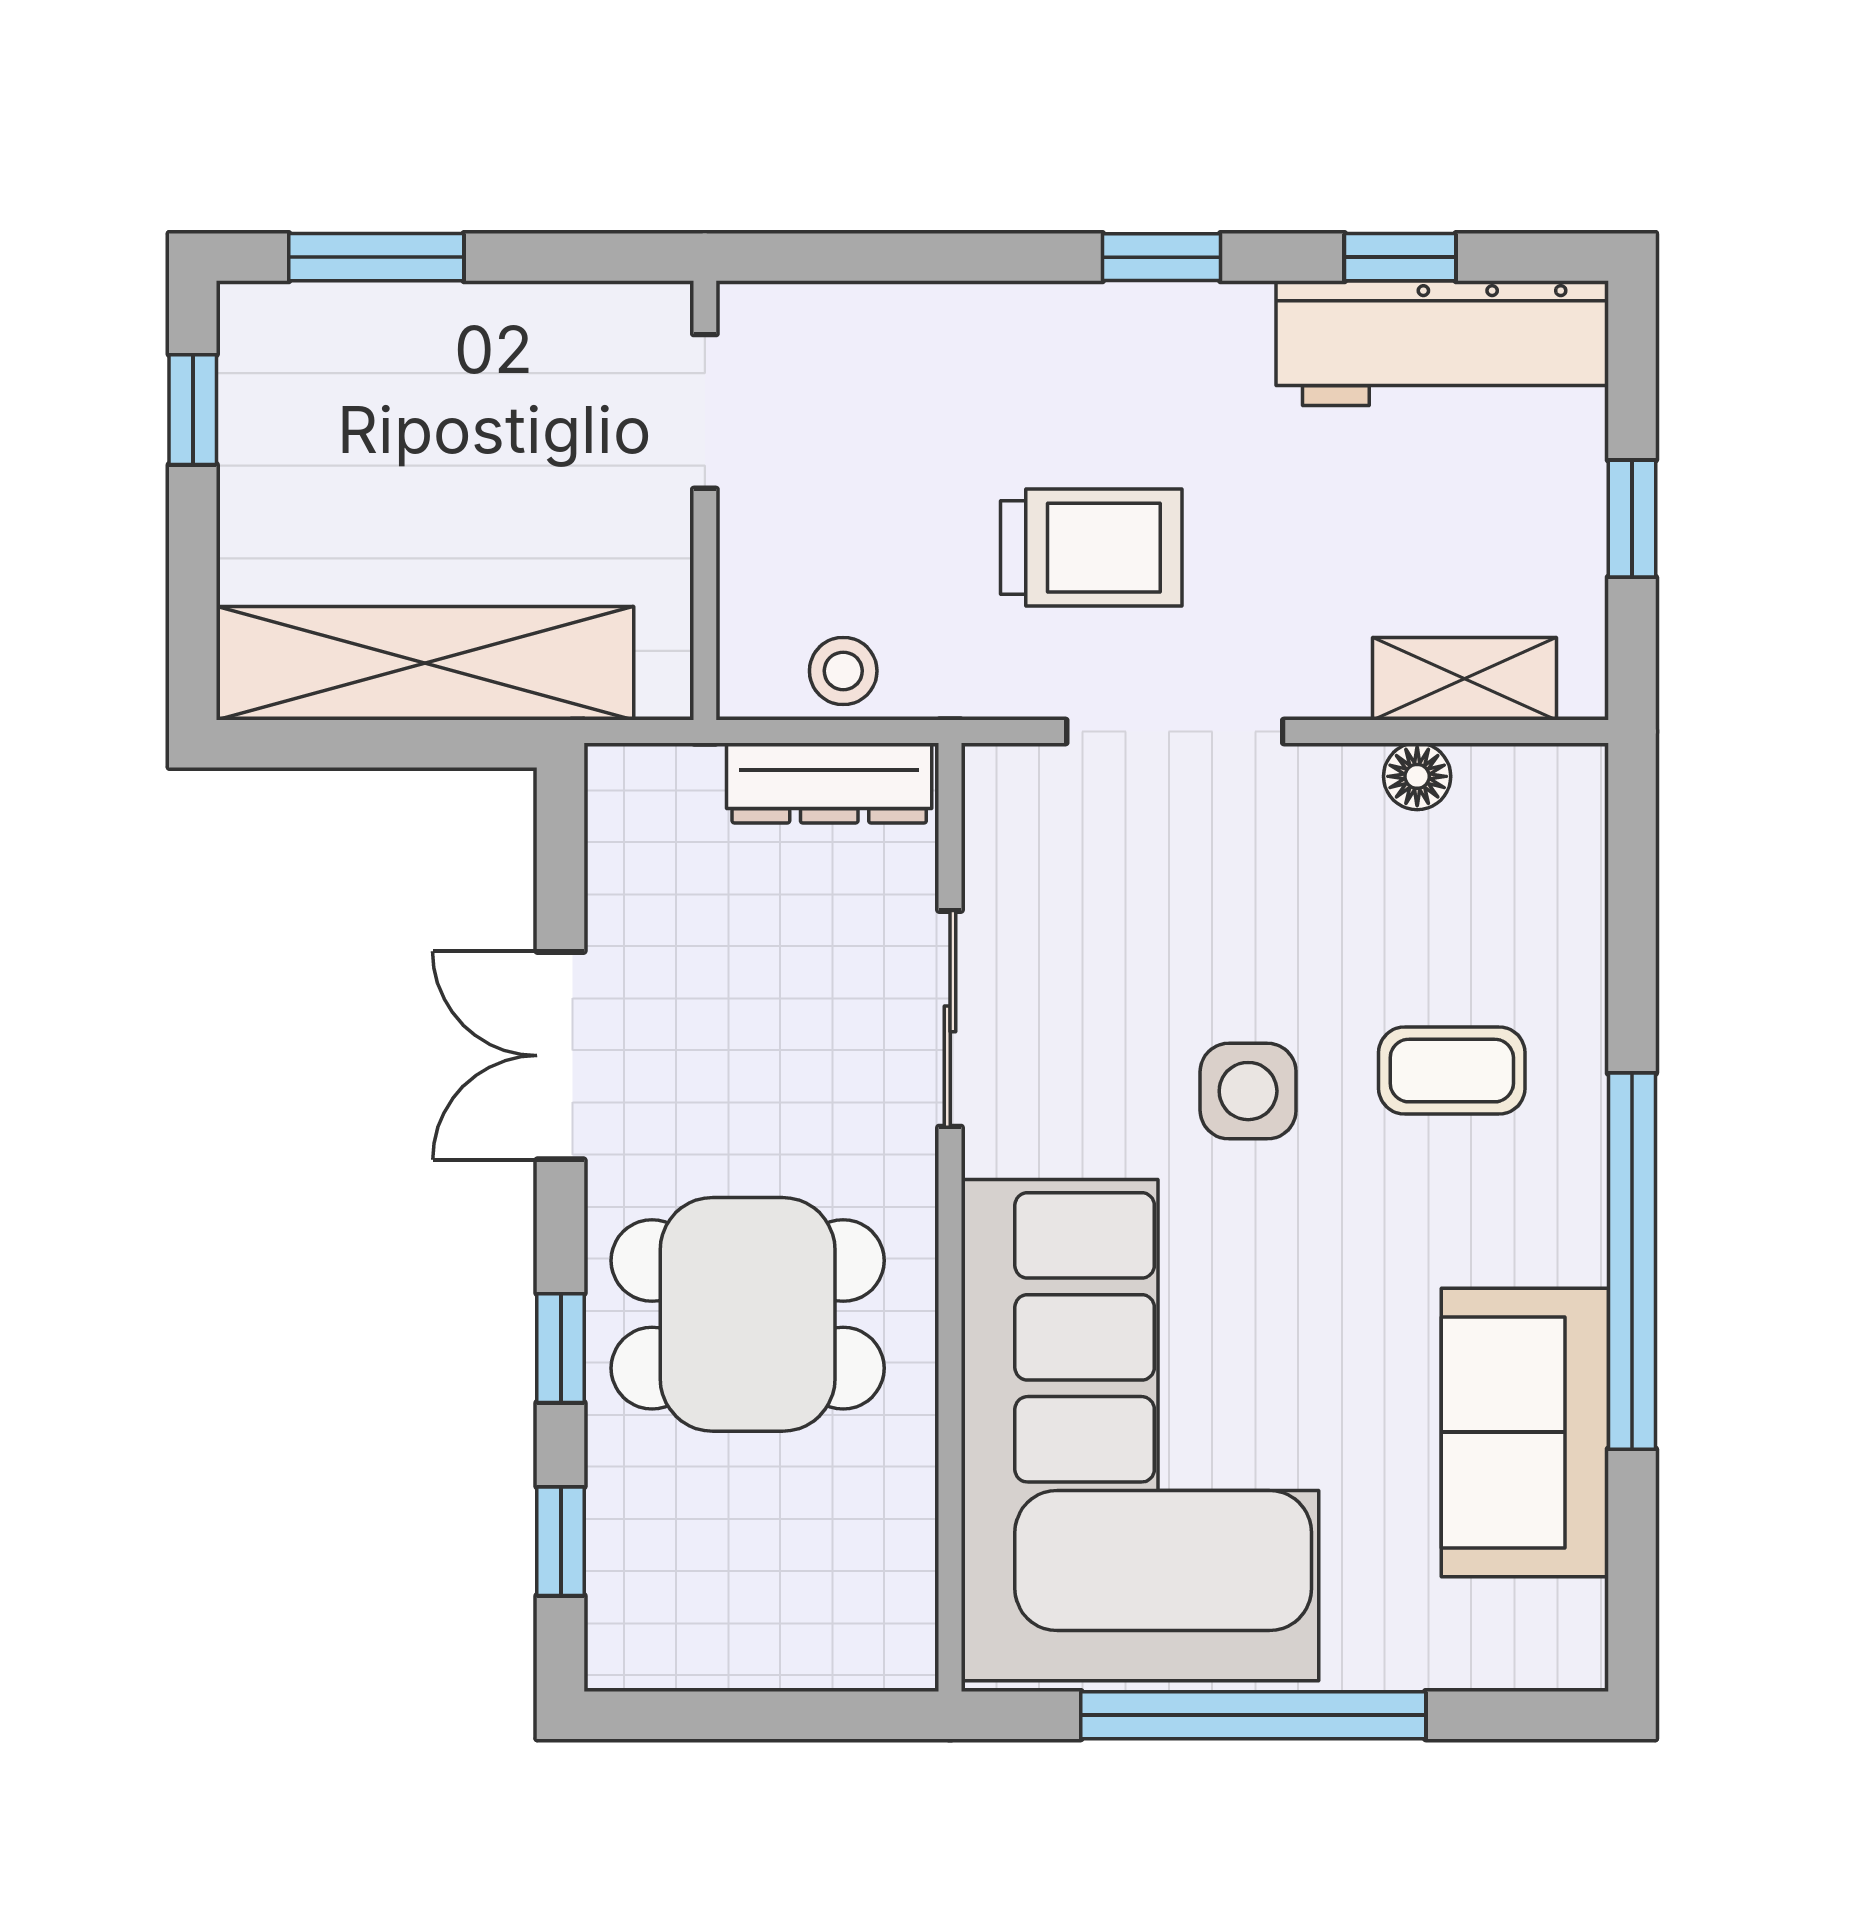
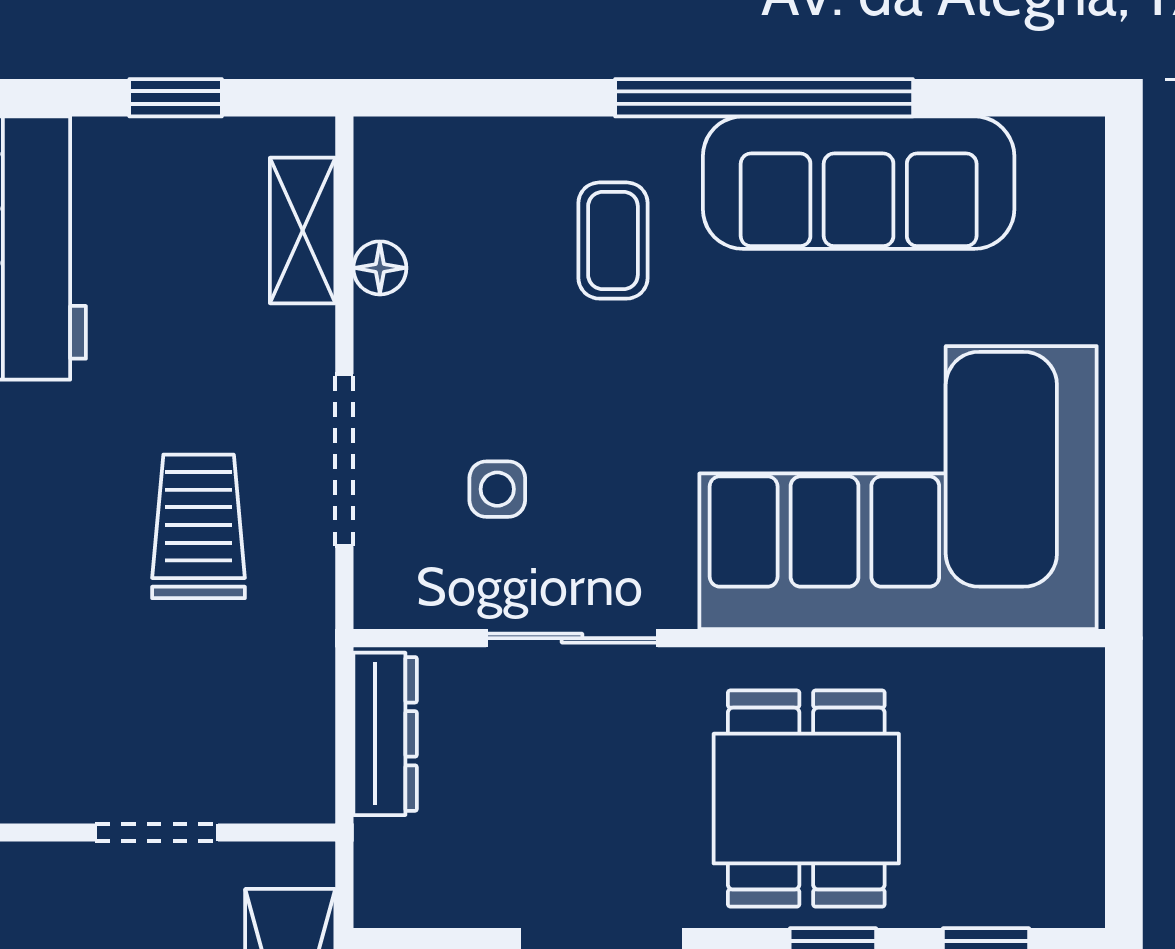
doorway: (705, 411) -> (157, 832), moved
stool: (843, 671) -> (296, 723), removed
side table: (1248, 1091) -> (497, 489), moved, width x0.73, depth x0.73
sofa: (1525, 1432) -> (859, 183), width x1.36
window: (1253, 1715) -> (1124, 398), removed

